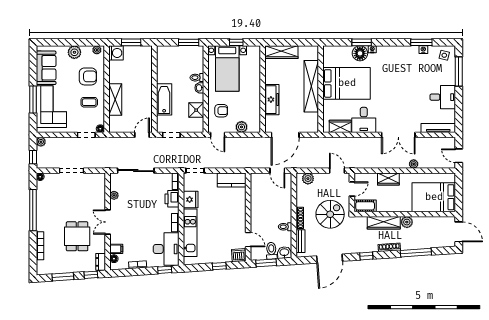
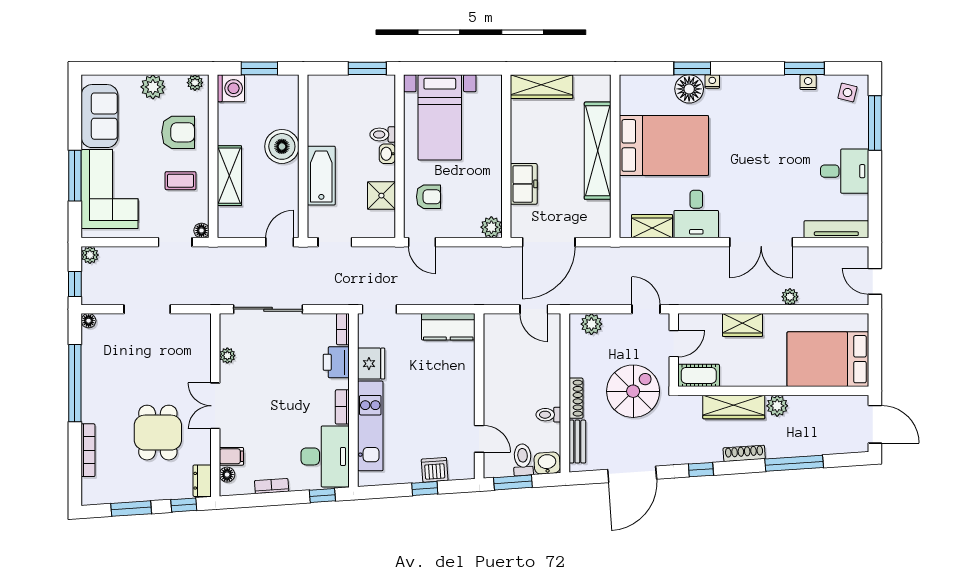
window: (236, 42) -> (457, 68), removed
boiler: (143, 84) -> (282, 146), added
freezer: (272, 100) -> (524, 184), width x0.71
plant: (242, 127) -> (491, 227), moved
dishwasher: (239, 255) -> (435, 470), moved

